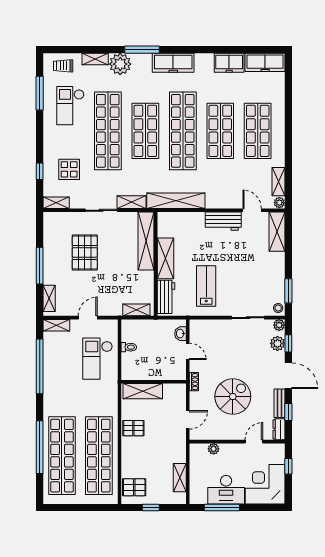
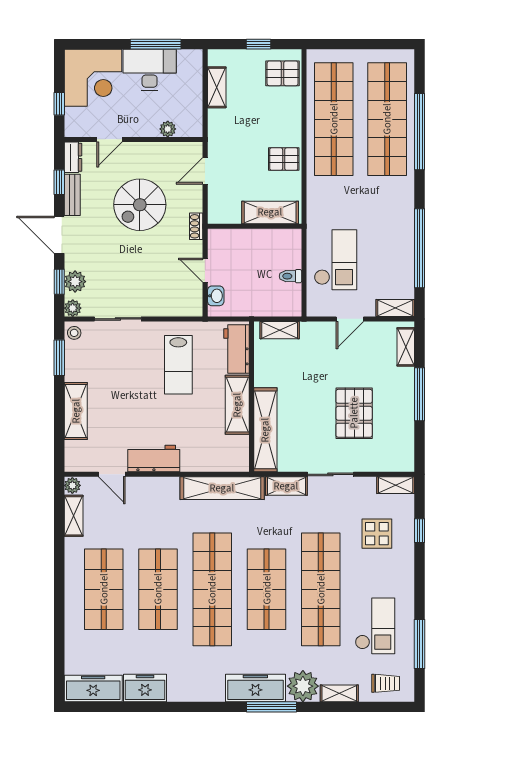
freezer: (173, 63) -> (255, 688), moved
shelving: (277, 232) -> (76, 411), moved

